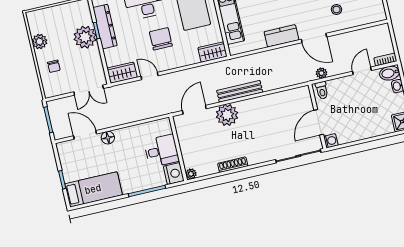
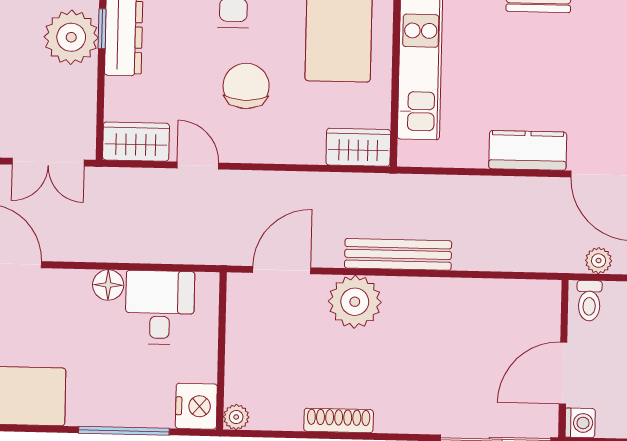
floor lamp: (108, 138) -> (108, 285), moved
desk: (161, 151) -> (160, 307), moved, turned -90

